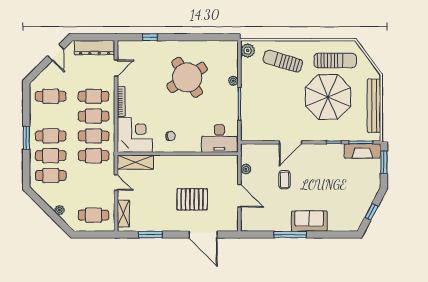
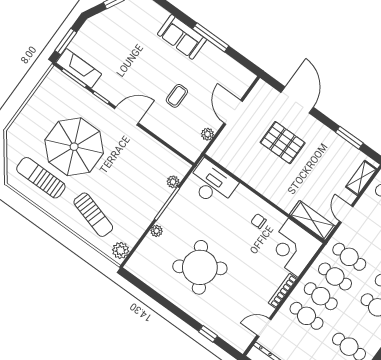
bench: (374, 106) -> (35, 105), removed
plant: (246, 121) -> (173, 182), added
door: (290, 142) -> (126, 116), moved

